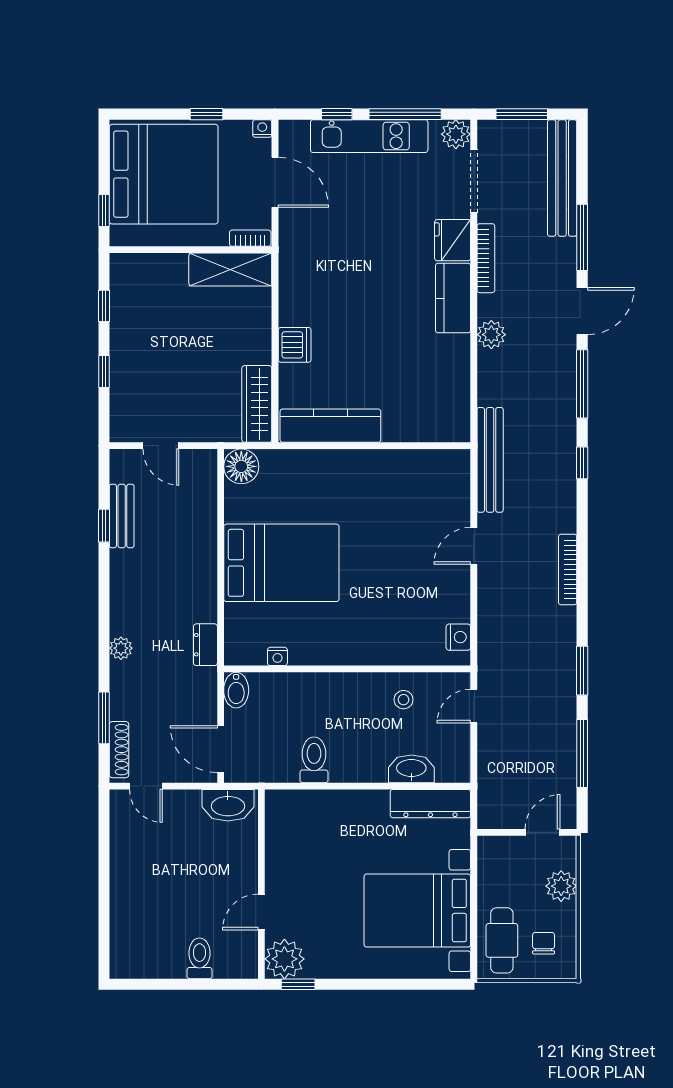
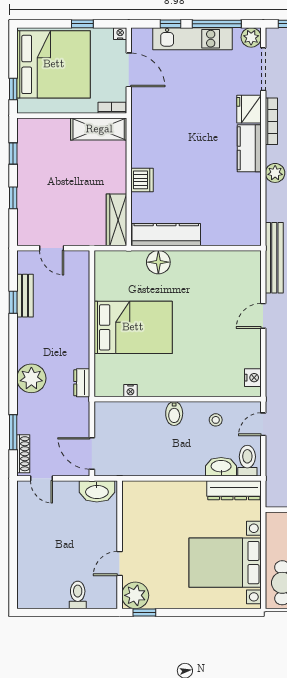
floor lamp: (241, 466) -> (158, 262), moved
plant: (121, 648) -> (31, 378), width x1.88, depth x1.88
bidet: (236, 690) -> (174, 413), moved
toilet: (314, 760) -> (247, 461), moved

